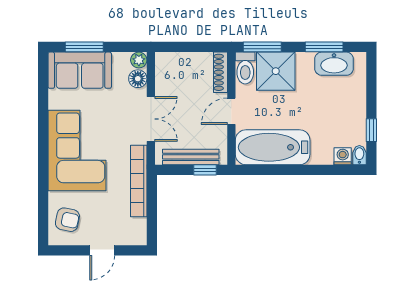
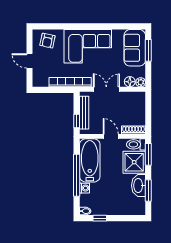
washbasin: (334, 64) -> (139, 186), moved
double door: (151, 119) -> (106, 89), swing flipped
washing machine: (343, 156) -> (84, 188), moved
window: (298, 170) -> (77, 175), added

